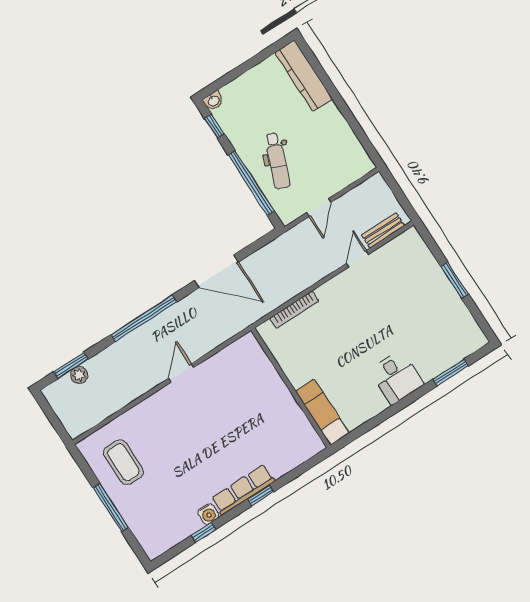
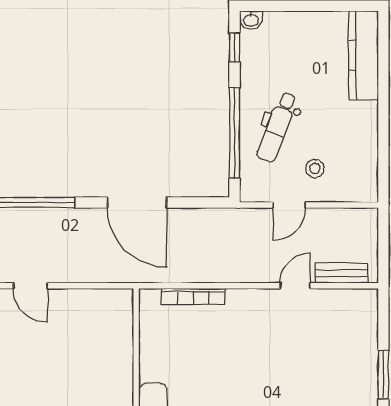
stool: (320, 172) -> (315, 168), added
door: (181, 373) -> (30, 286), swing flipped

